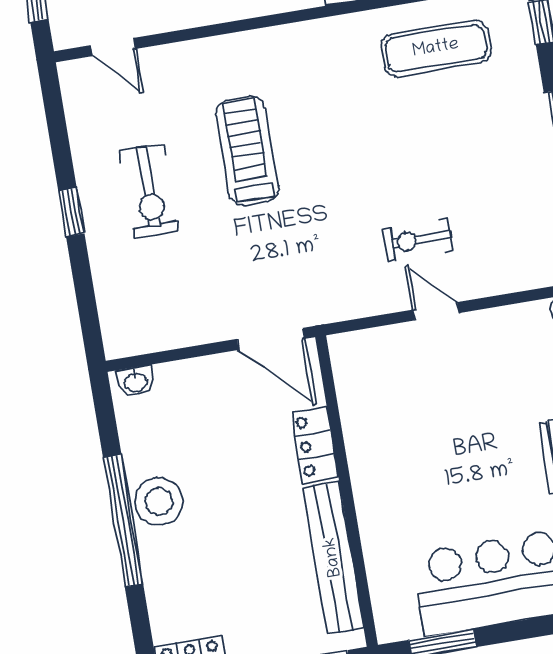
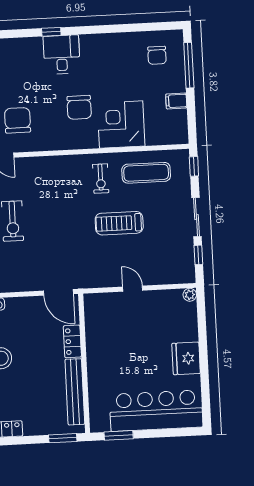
treadmill: (247, 151) -> (119, 223), moved, turned -90
exercise bike: (418, 240) -> (101, 179), moved, turned -90

